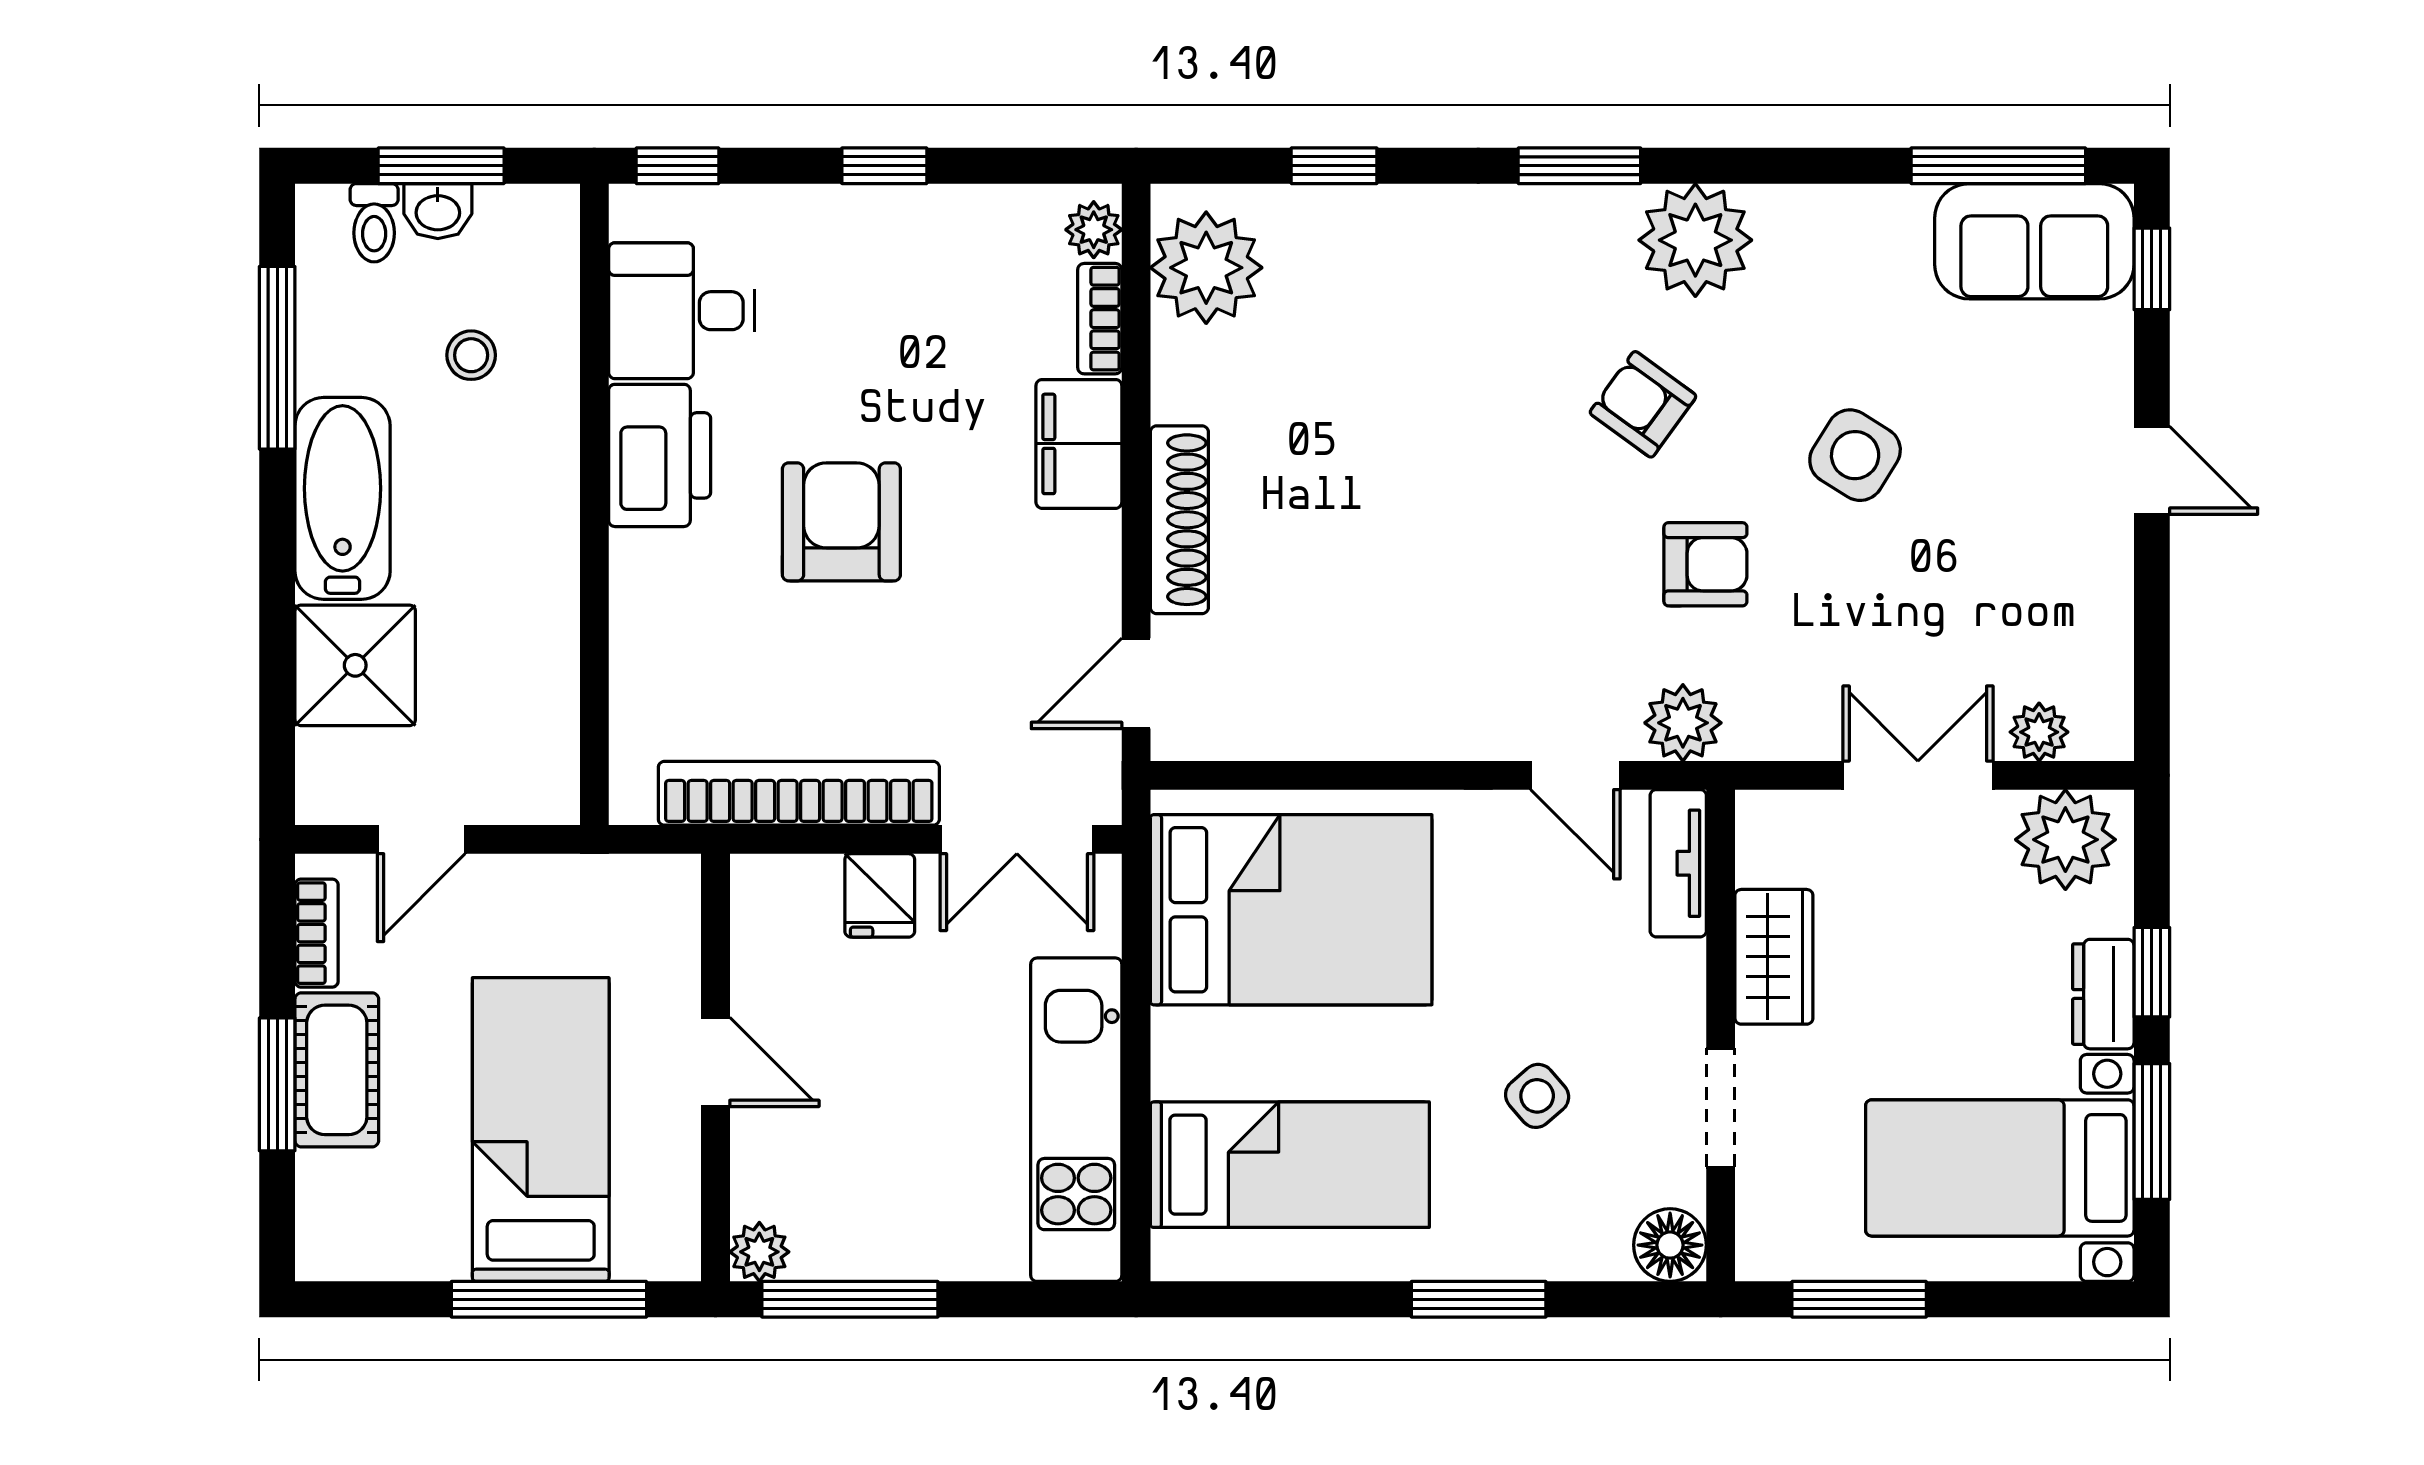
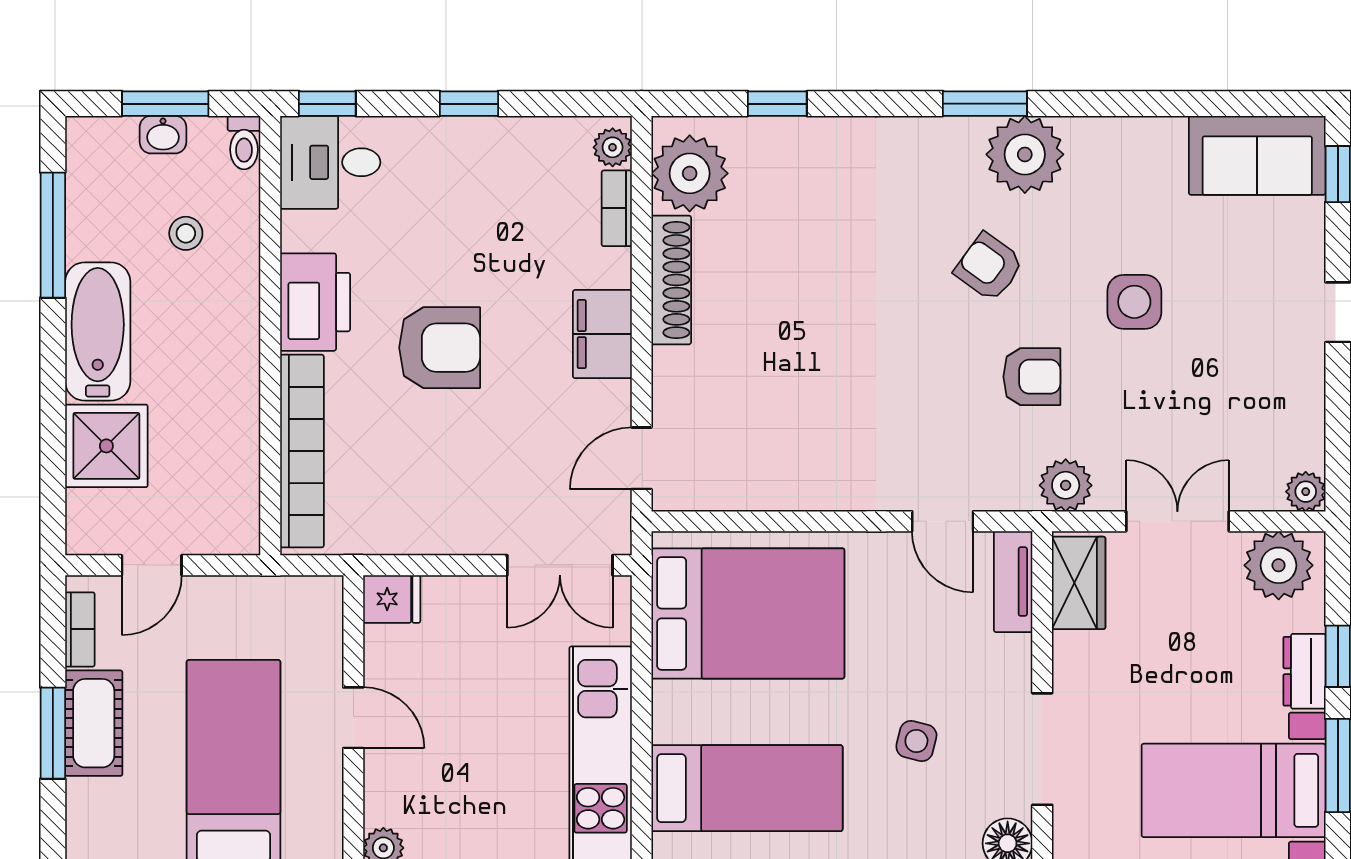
window: (1579, 166) -> (985, 104), moved
window: (1998, 166) -> (1233, 104), removed
toilet: (374, 223) -> (244, 143), moved
desk: (682, 311) -> (330, 162), moved
filing cabinet: (1079, 444) -> (602, 334), moved
side table: (1855, 455) -> (1134, 302), turned -32
shoe rack: (1179, 520) -> (671, 280), moved
armchair: (841, 522) -> (440, 348), turned 90
plant: (1683, 723) -> (1066, 485), moved
plant: (2039, 732) -> (1306, 492), moved
bookcase: (799, 793) -> (302, 451), moved, turned 90
fridge: (880, 895) -> (392, 599), moved, turned -90
wardrobe: (1774, 957) -> (1079, 583), moved
side table: (1537, 1096) -> (916, 741), turned -35
doorway: (1721, 1108) -> (1042, 749), width x1.38

